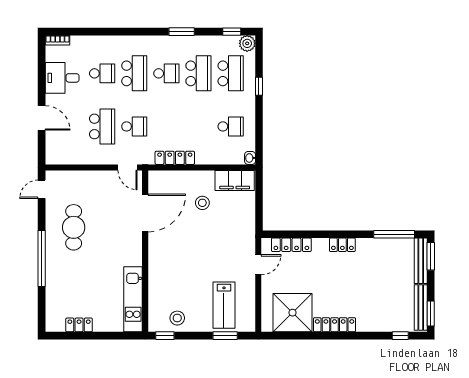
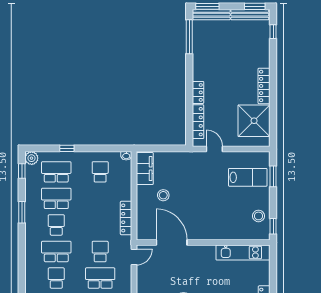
locker: (342, 245) -> (198, 92), moved

